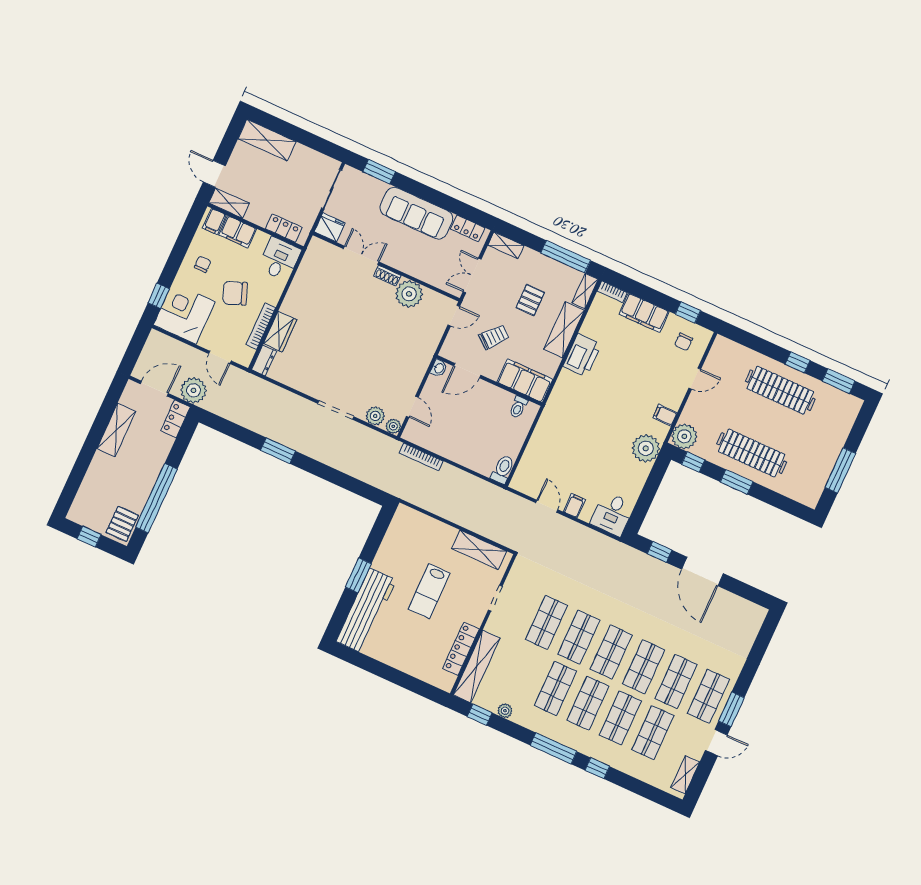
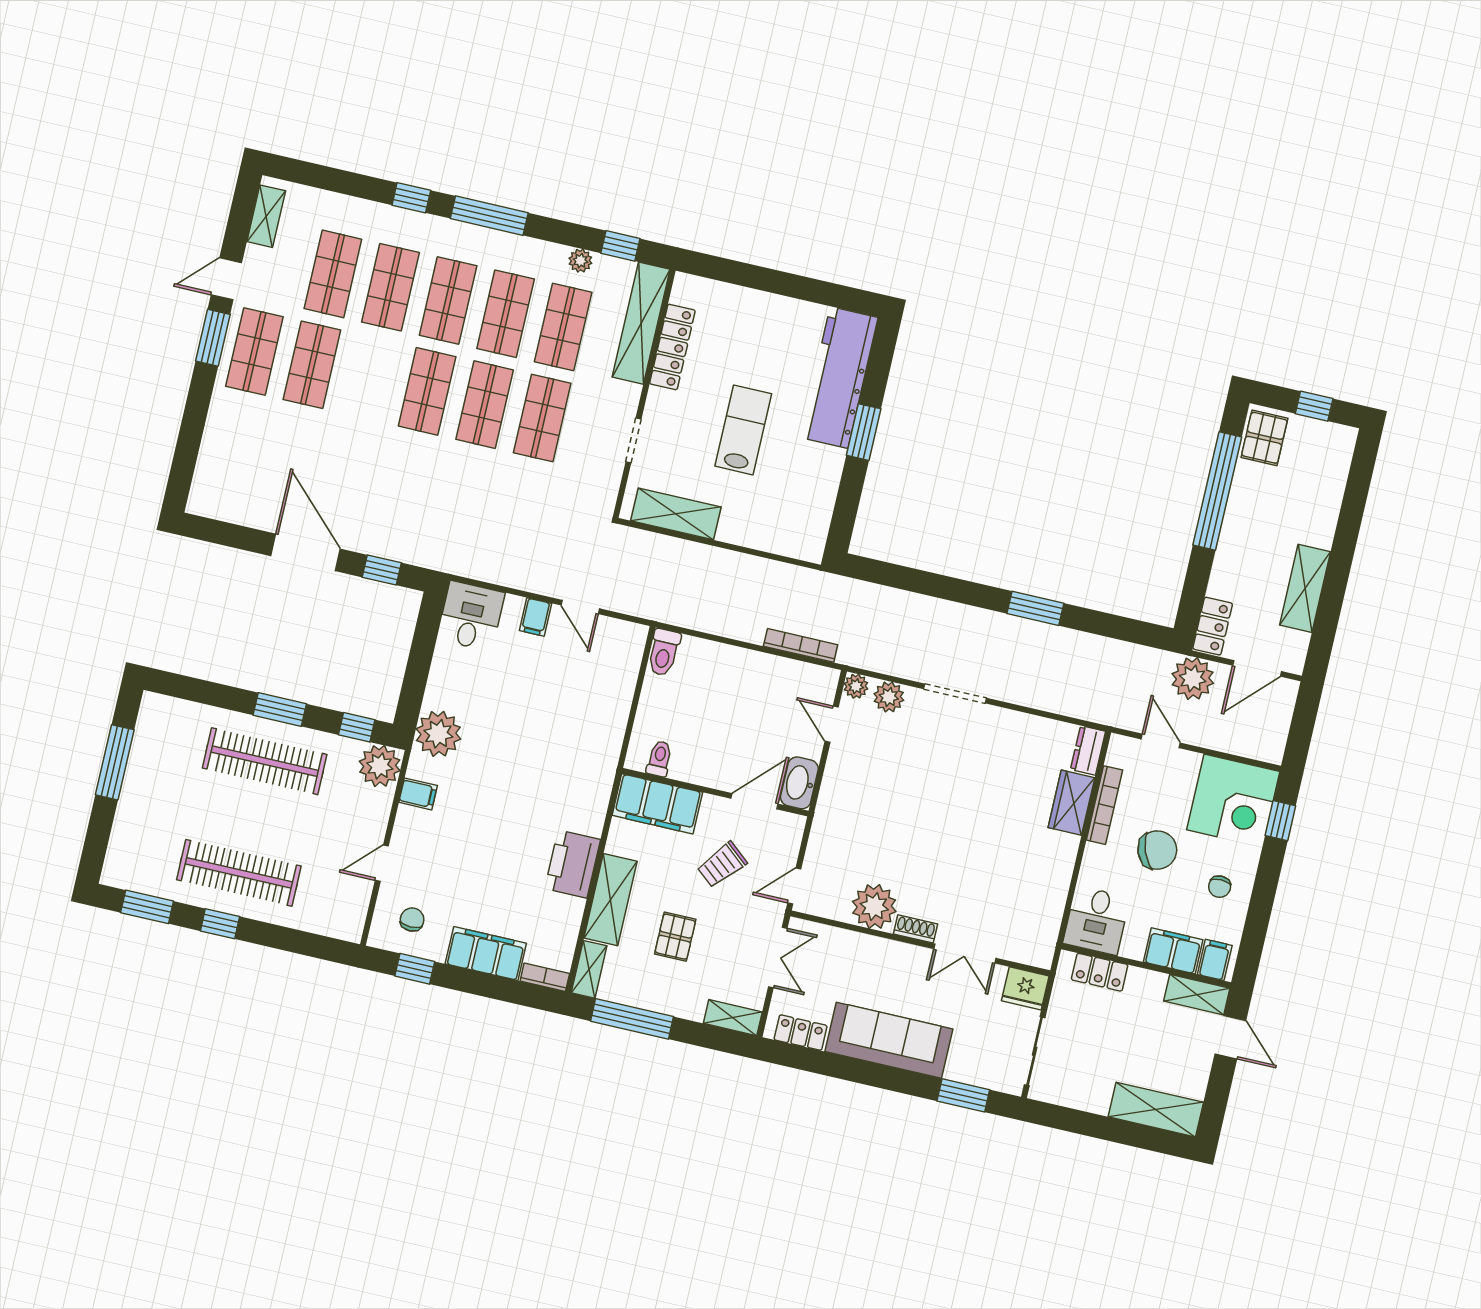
washbasin: (439, 368) -> (799, 783), width x1.91, depth x1.45
shop shelf: (644, 667) -> (563, 327), moved

